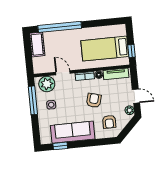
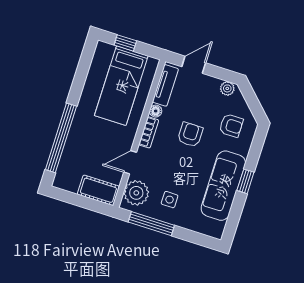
cot: (37, 44) -> (98, 190), moved
window: (131, 51) -> (125, 43), moved
door: (136, 96) -> (194, 65), moved
armchair: (94, 100) -> (190, 135), turned 75
window: (60, 146) -> (245, 181), moved

